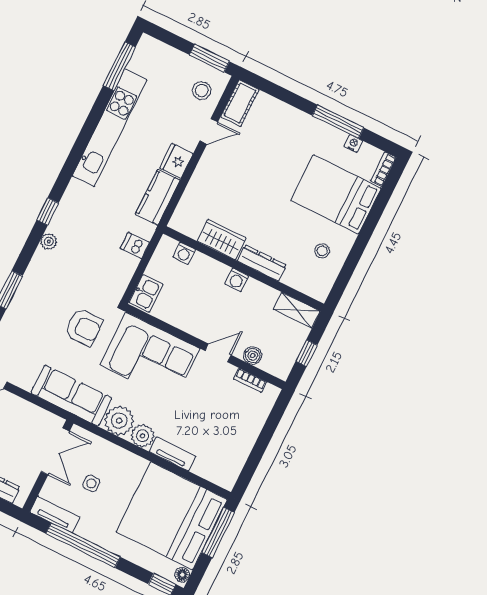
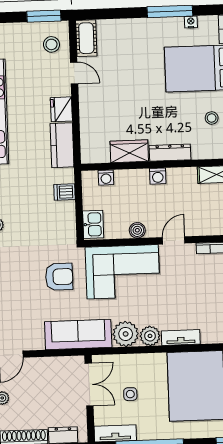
door: (209, 131) -> (74, 73), hinge flipped
boiler: (253, 356) -> (137, 230), moved

